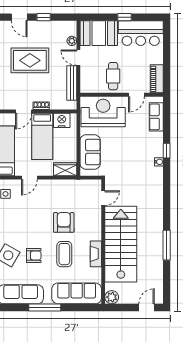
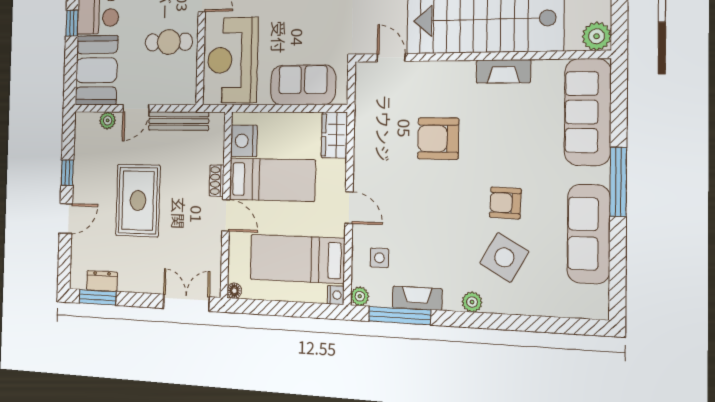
coffee table: (64, 254) -> (503, 138), removed
armchair: (34, 255) -> (505, 203), turned -88

